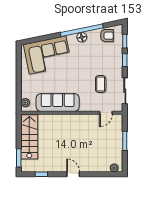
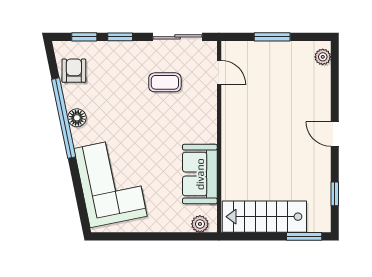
sofa: (58, 103) -> (200, 174), width x0.73
door: (73, 174) -> (335, 134), hinge flipped

